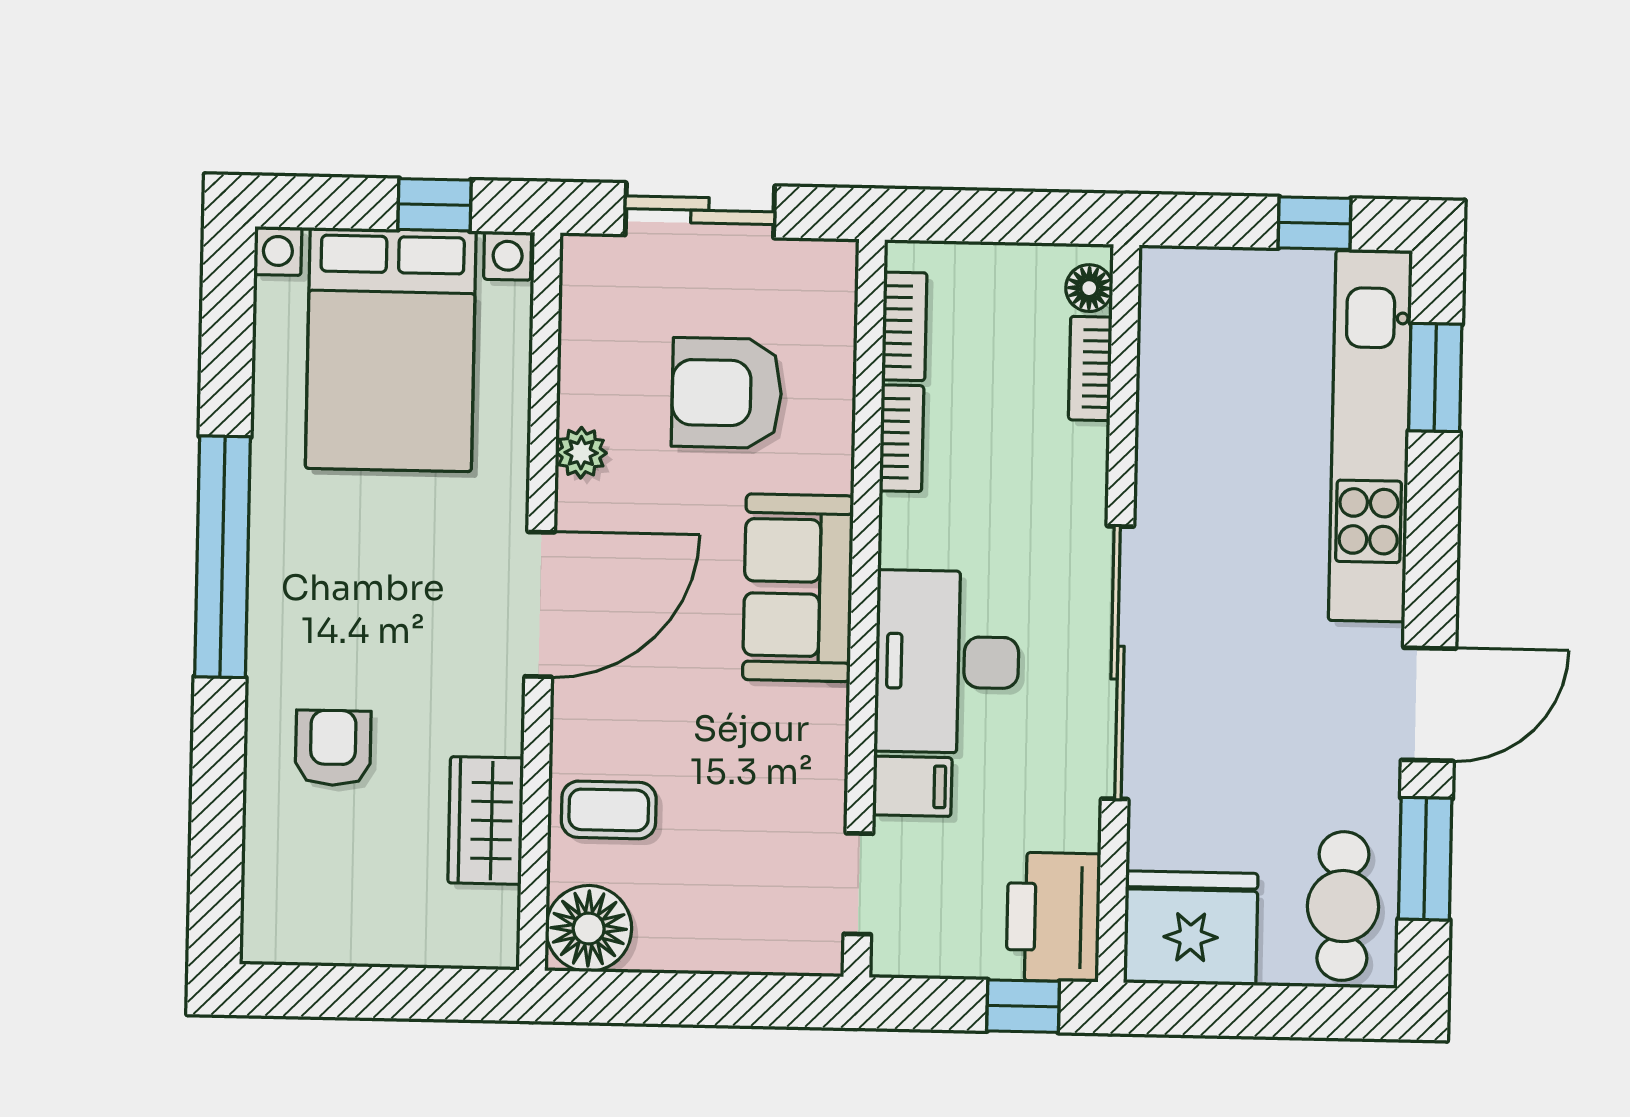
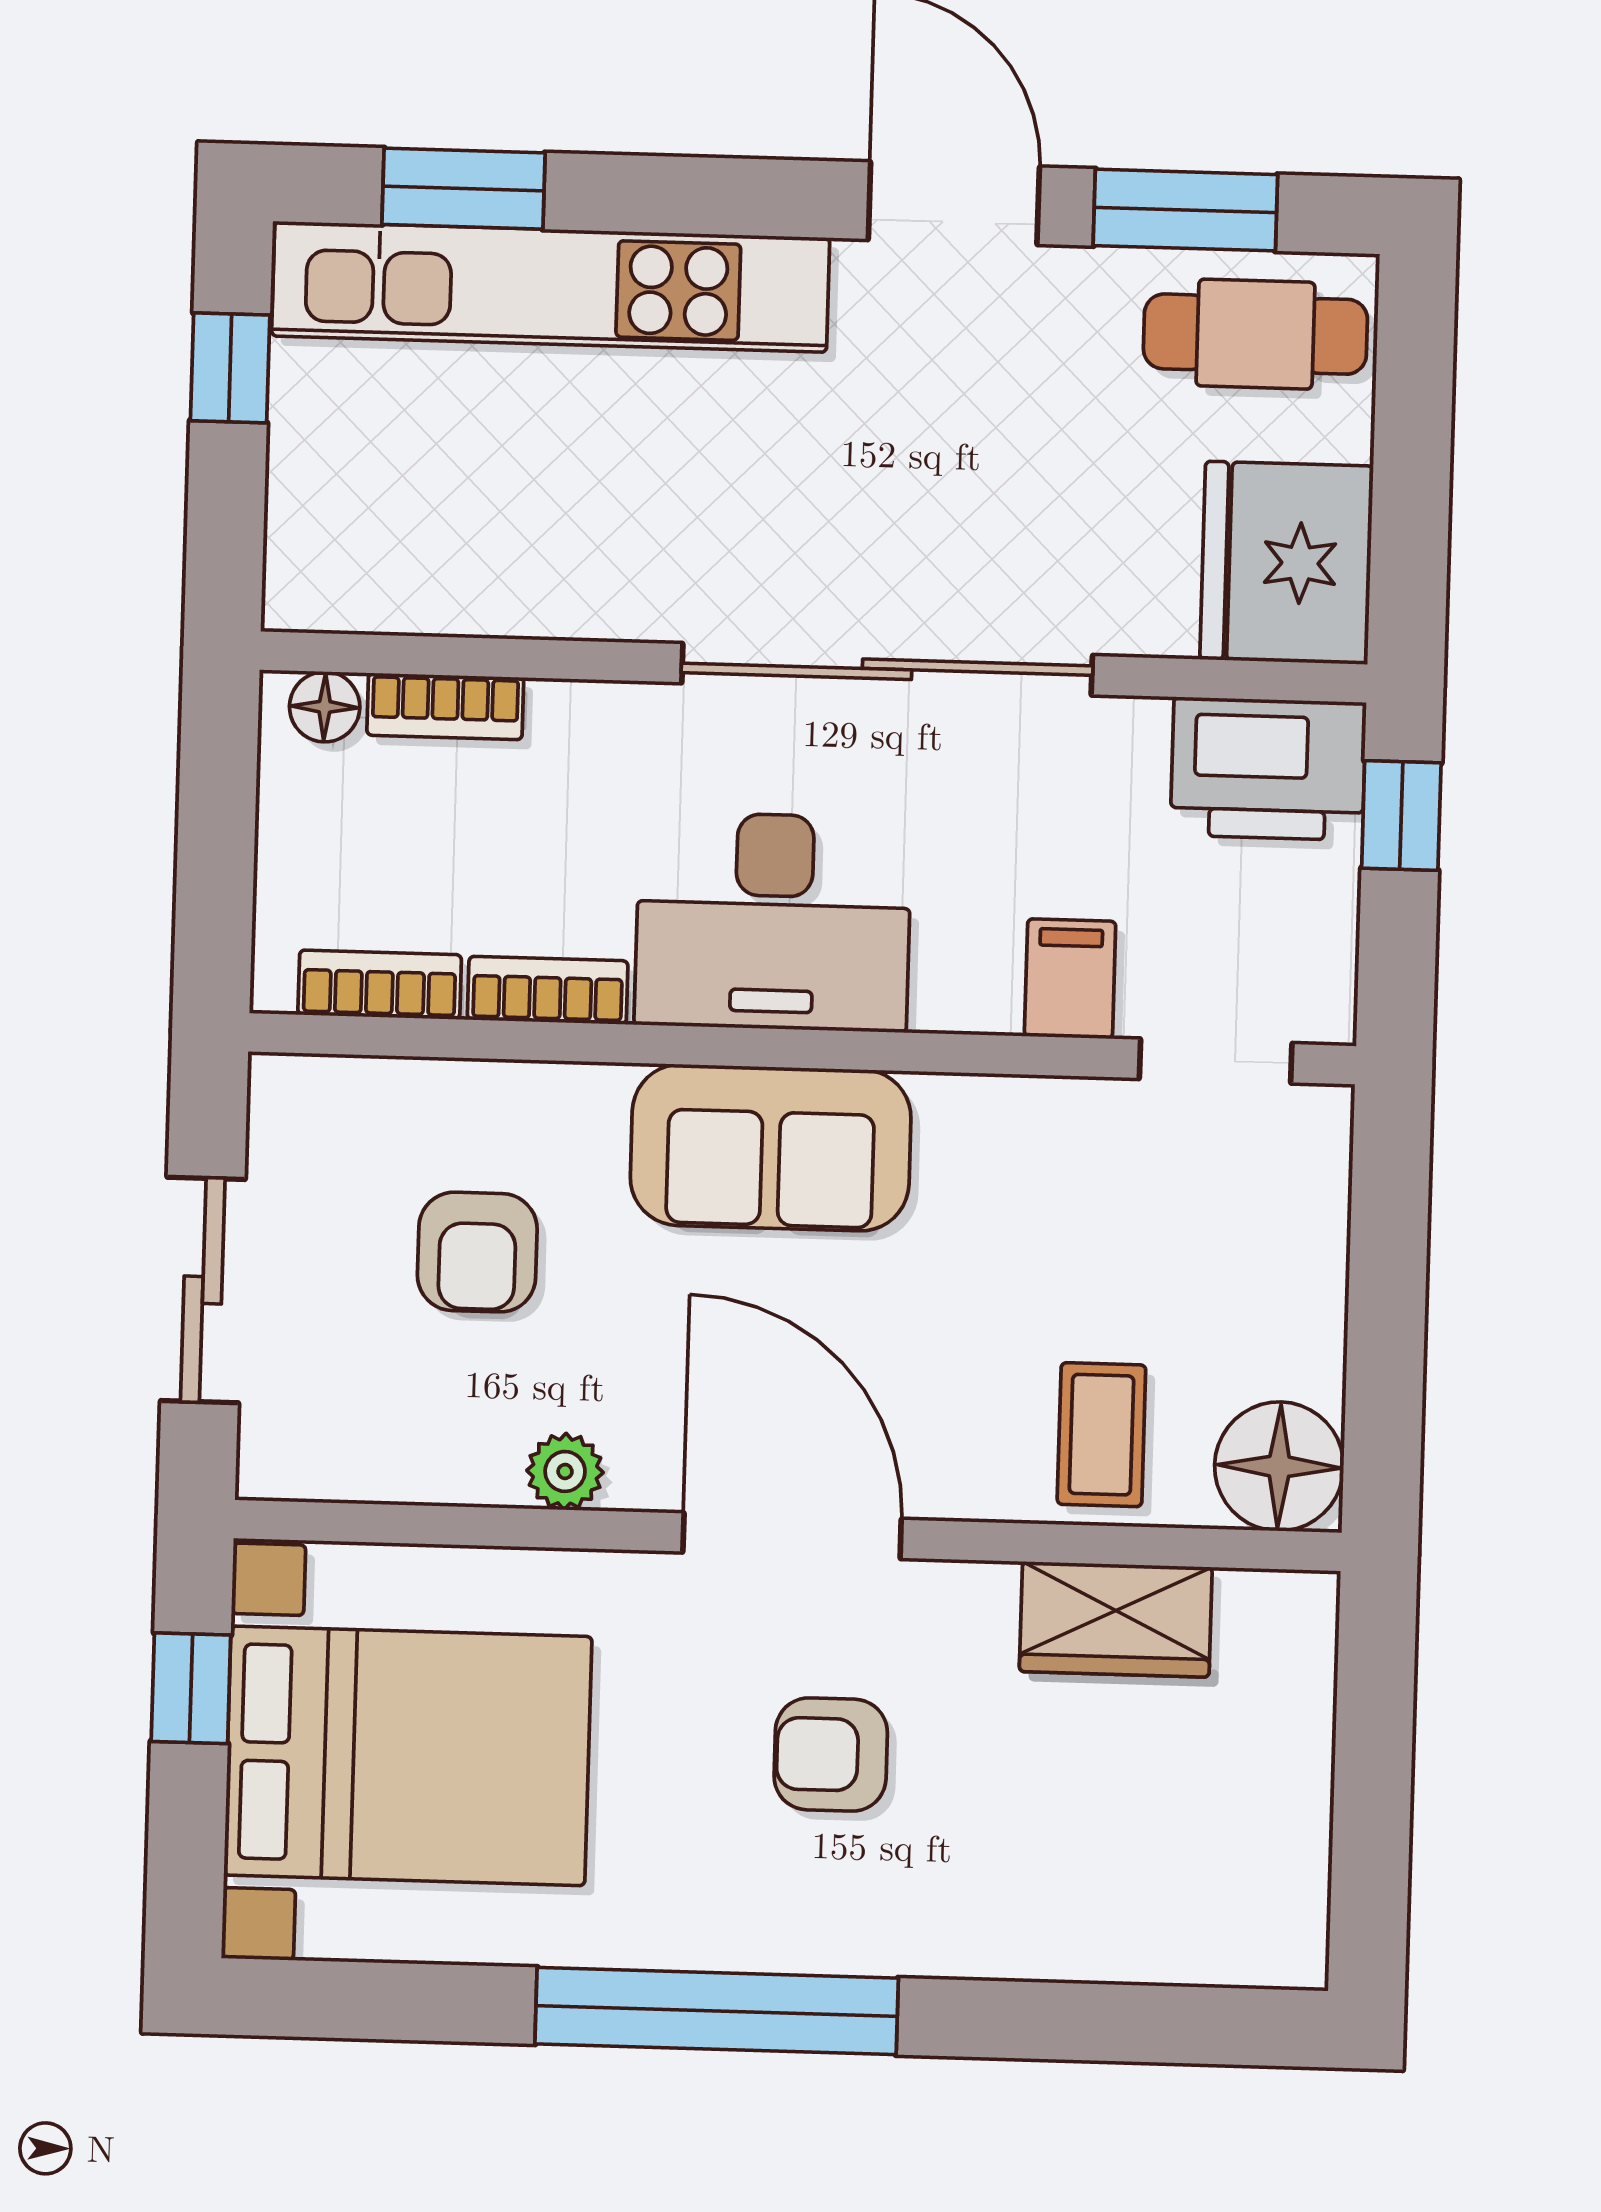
armchair: (727, 393) -> (477, 1252), width x0.72, depth x0.72
desk: (947, 662) -> (773, 922), moved
armchair: (333, 748) -> (831, 1754), moved

